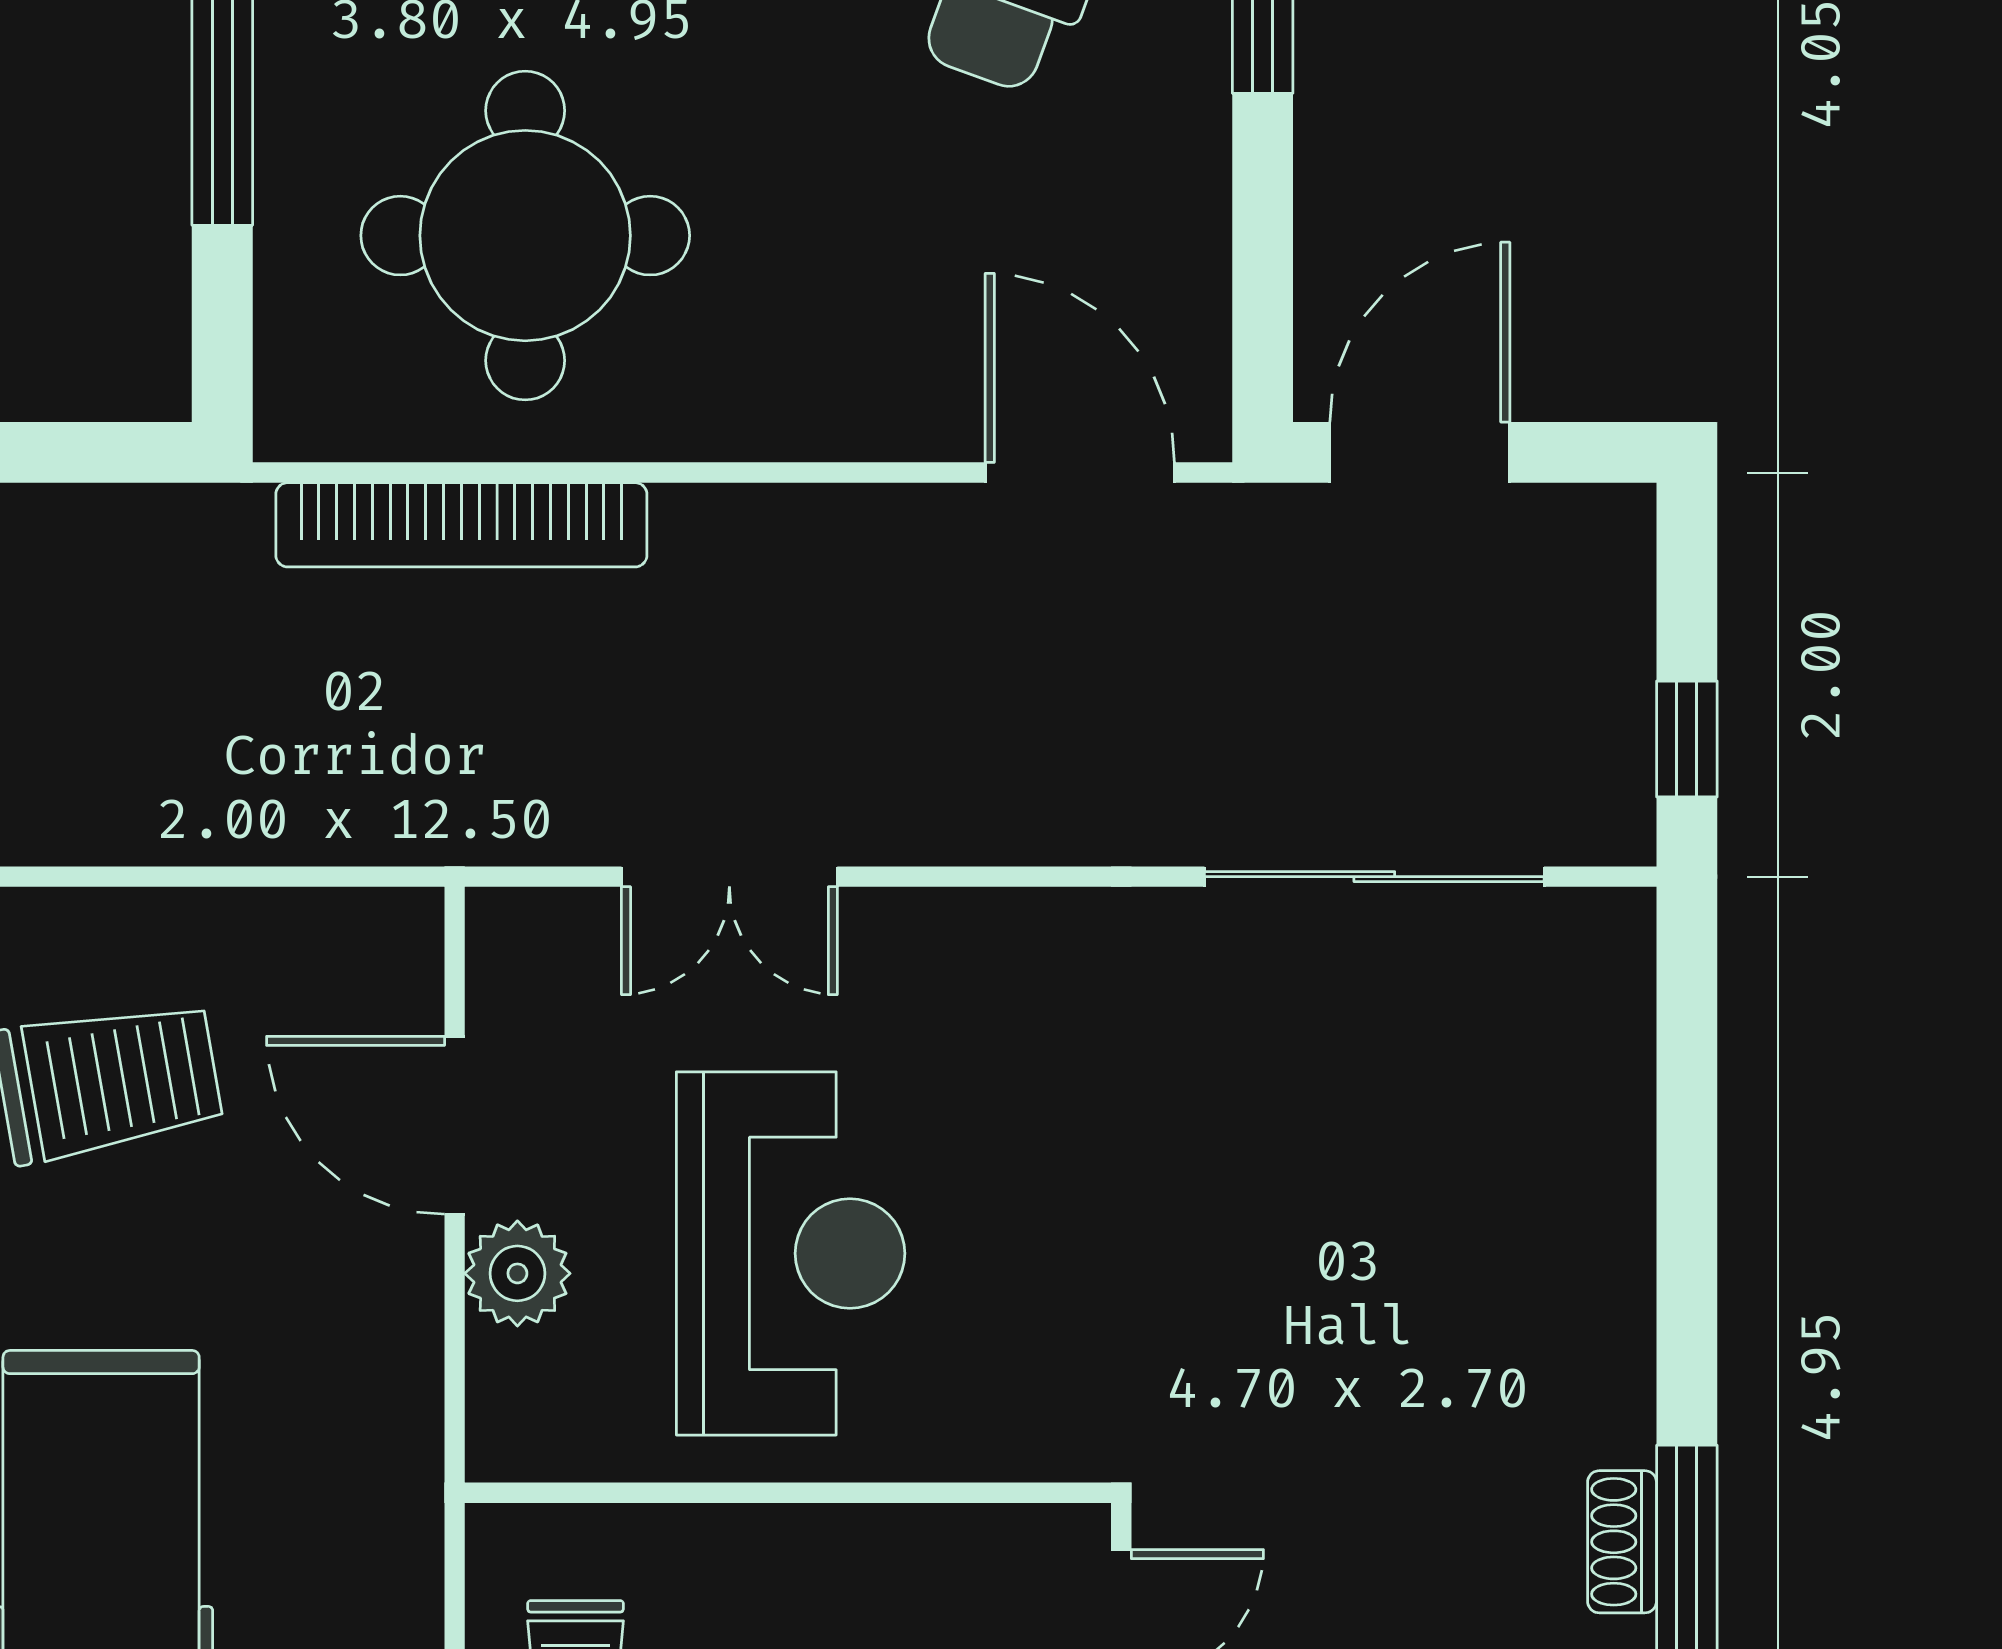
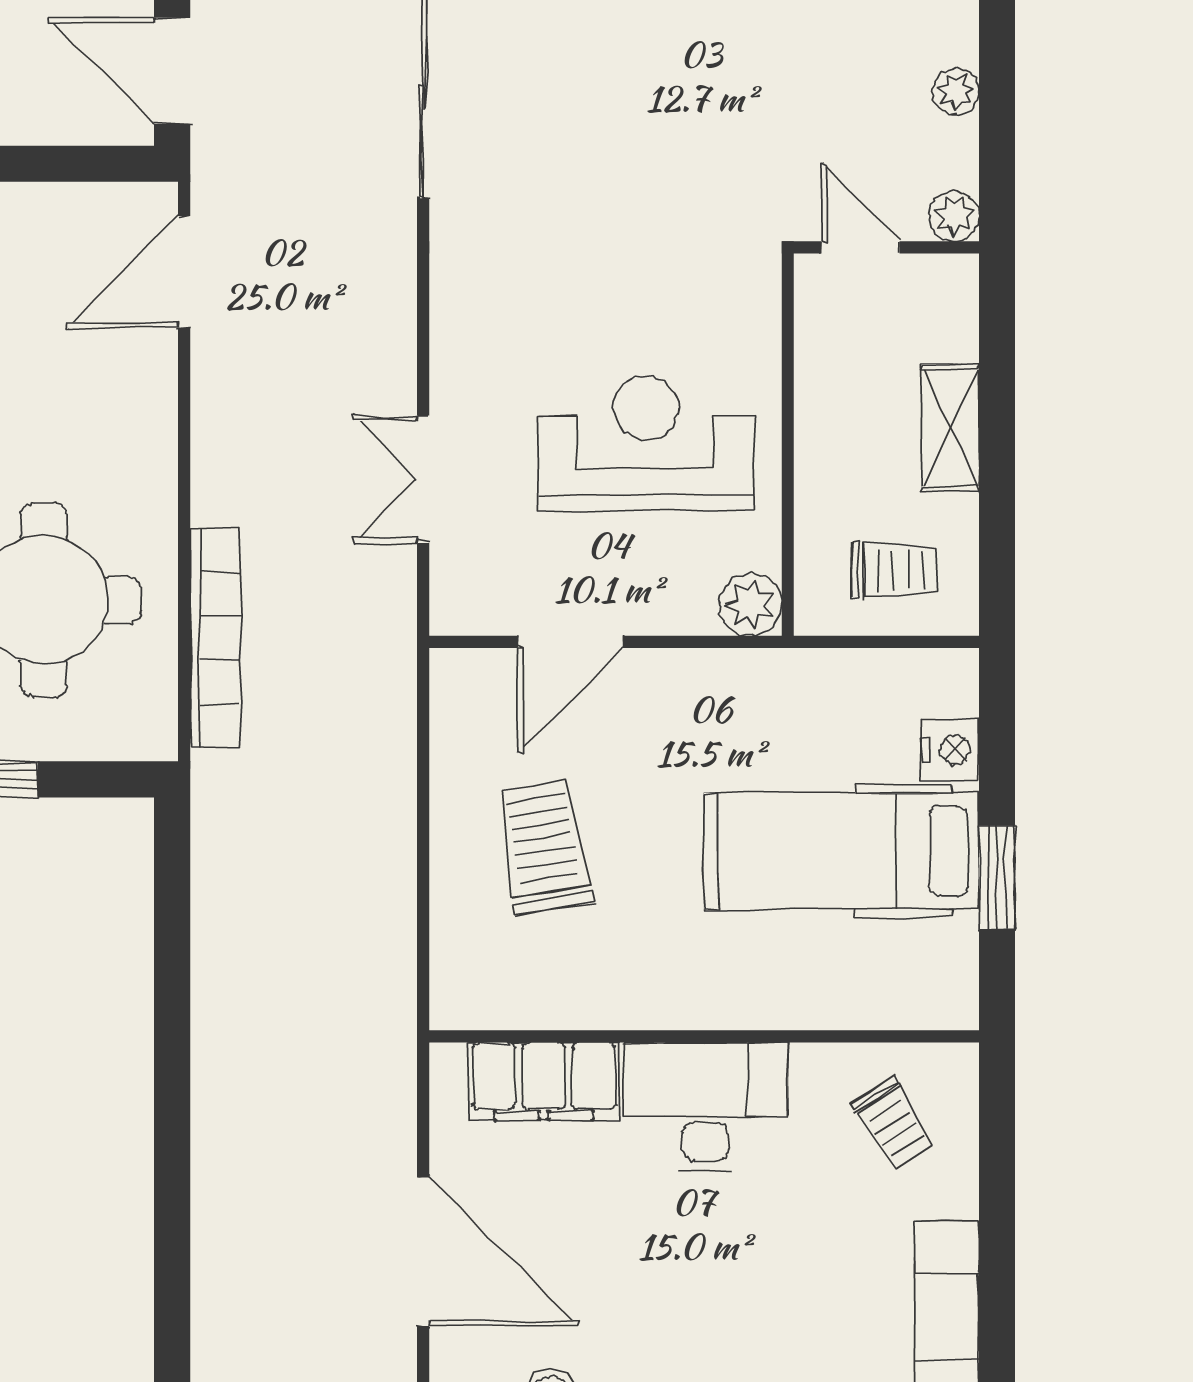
double door: (729, 877) -> (423, 479), swing flipped
plant: (517, 1273) -> (751, 605), moved

